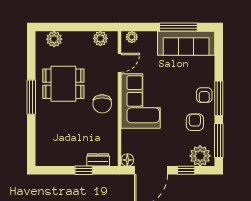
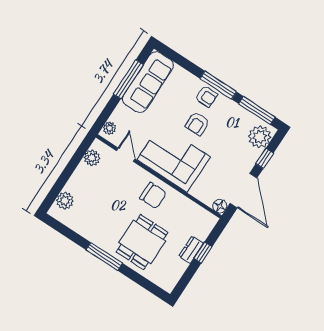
dining table: (63, 84) -> (142, 242), moved
armchair: (195, 122) -> (197, 124), moved, turned -90
dresser: (98, 160) -> (191, 250), moved

